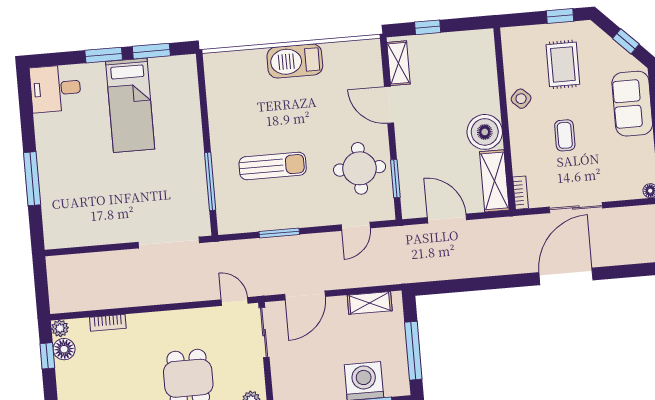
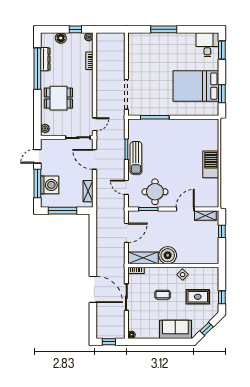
window: (104, 55) -> (222, 50), moved
bed: (130, 105) -> (196, 86), width x1.50
sun lounger: (273, 166) -> (136, 158), moved
floor lamp: (64, 349) -> (61, 38), moved

